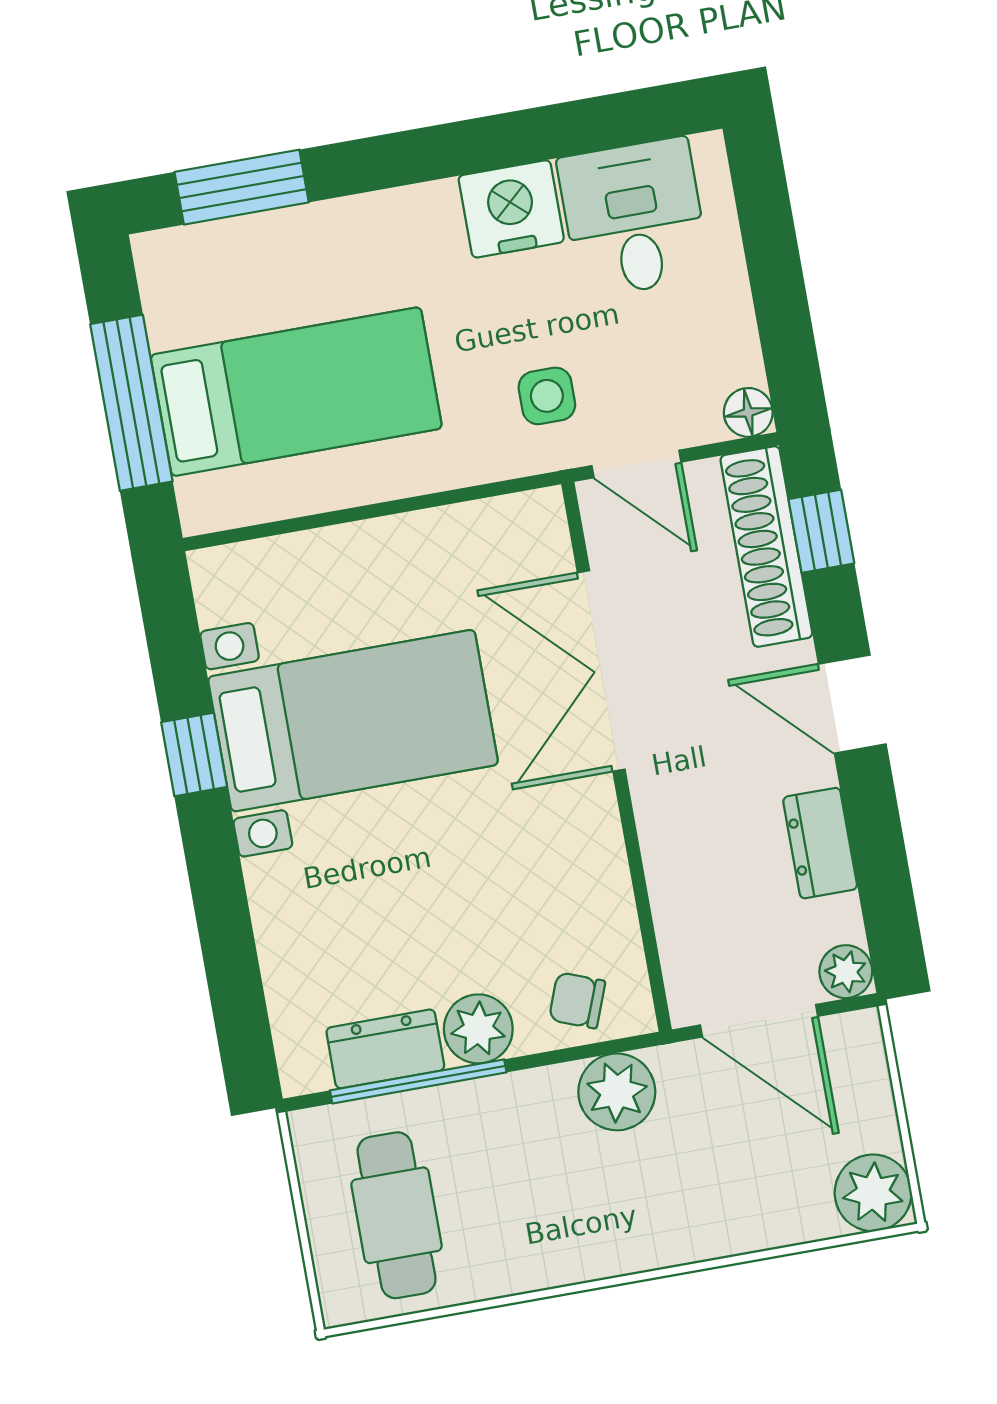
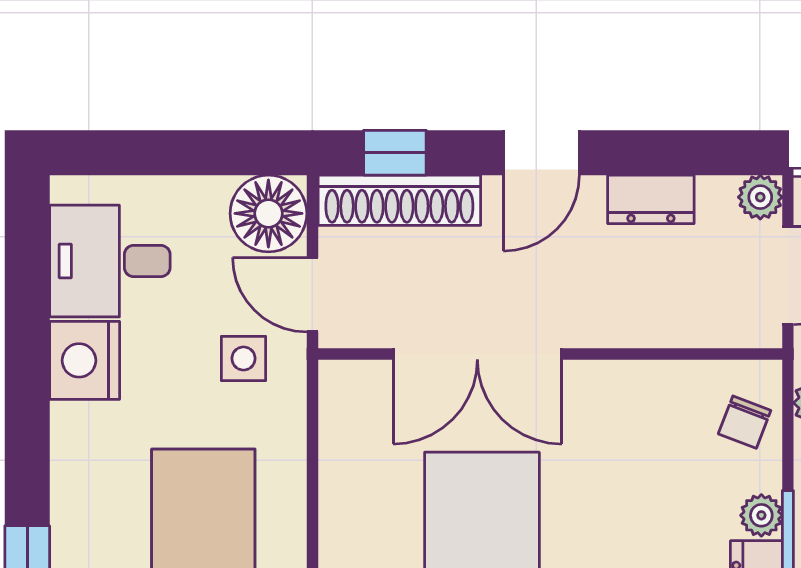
floor lamp: (748, 412) -> (268, 213), width x1.89, depth x1.89
door: (636, 464) -> (312, 295), swing flipped
plant: (478, 1029) -> (761, 515), width x0.73, depth x0.73

